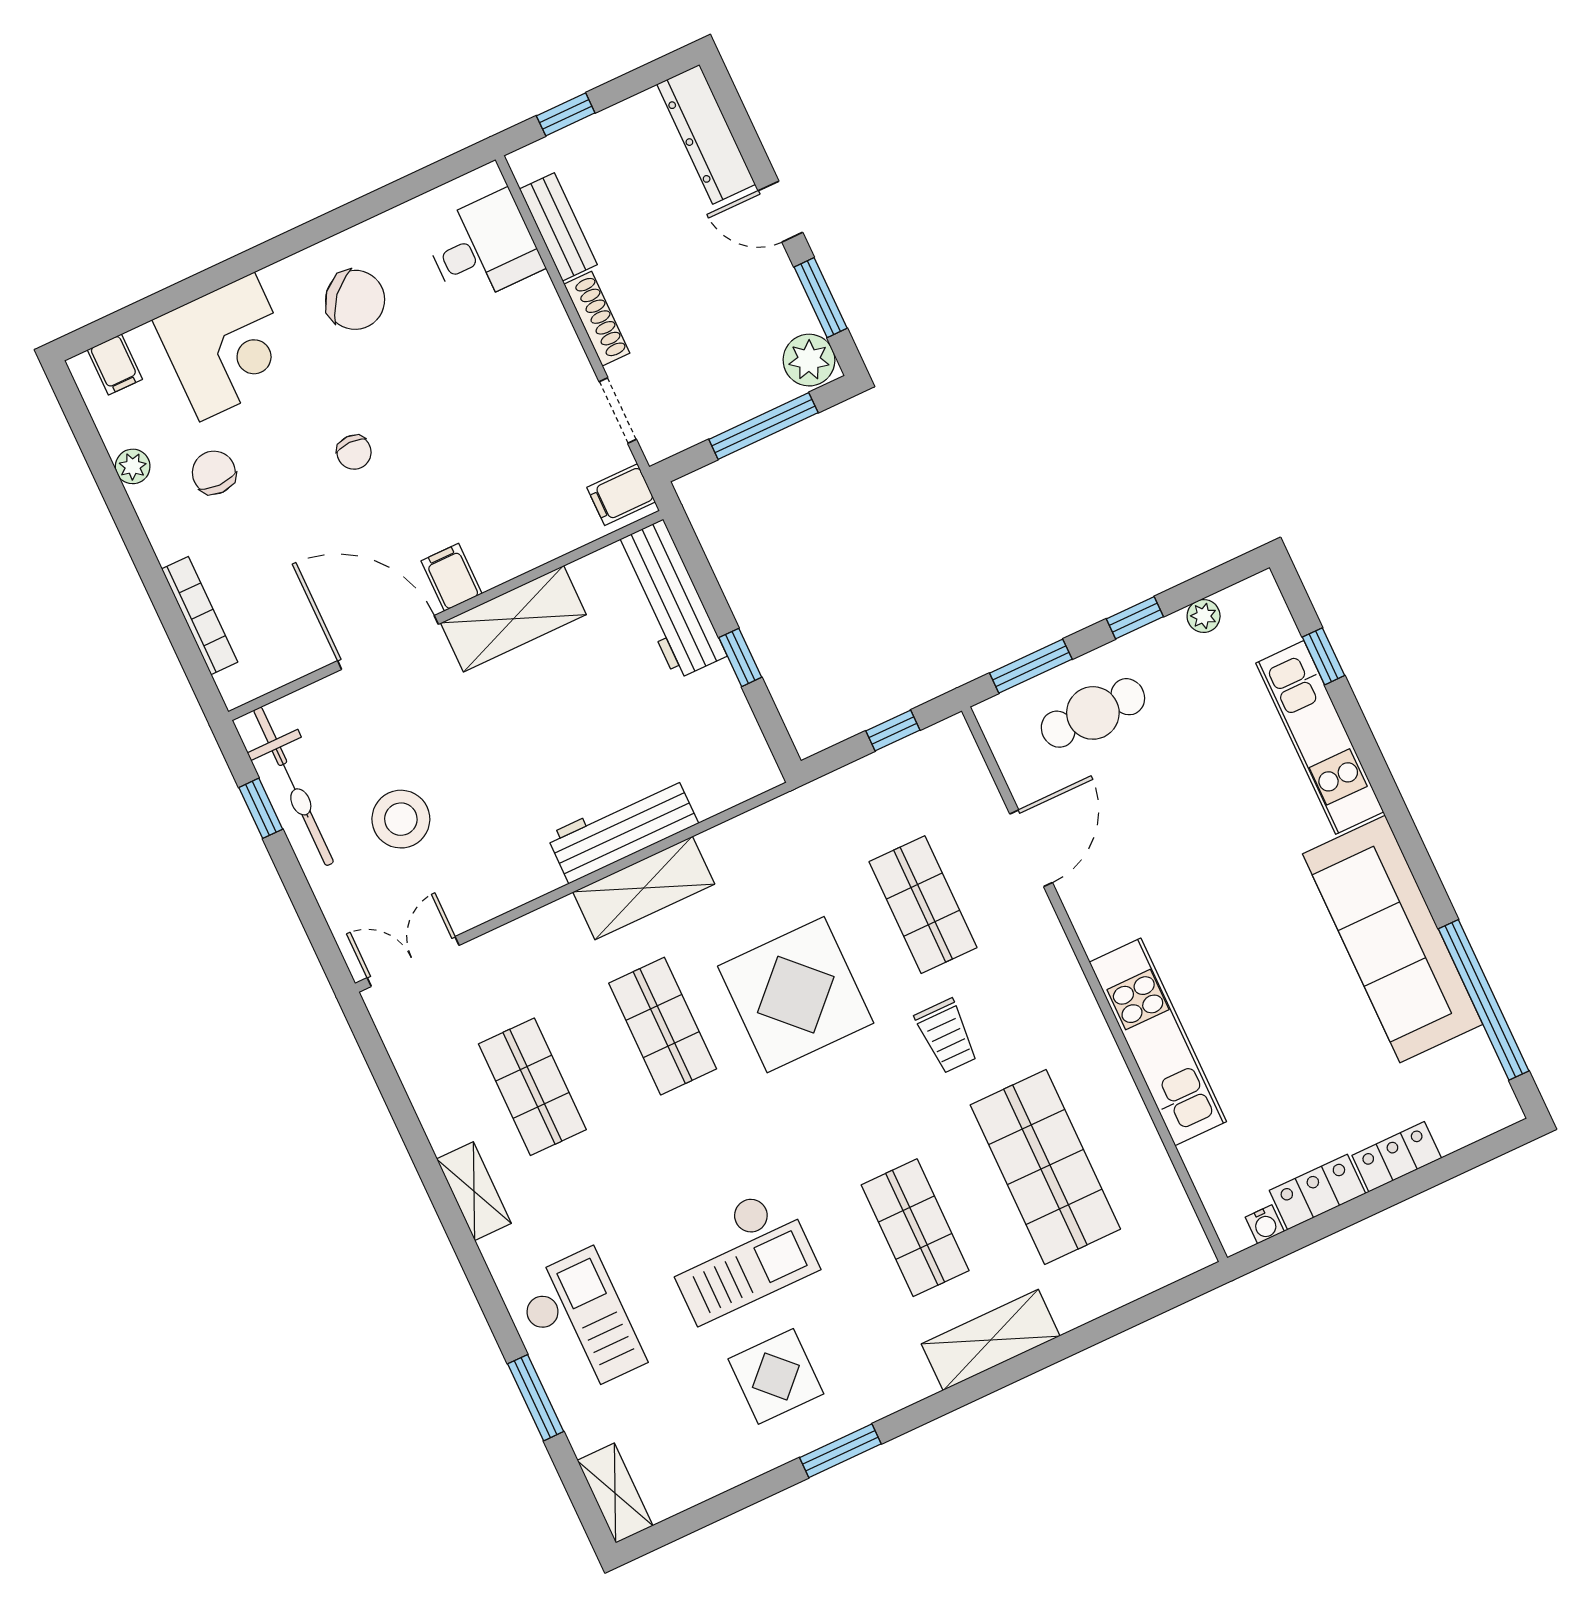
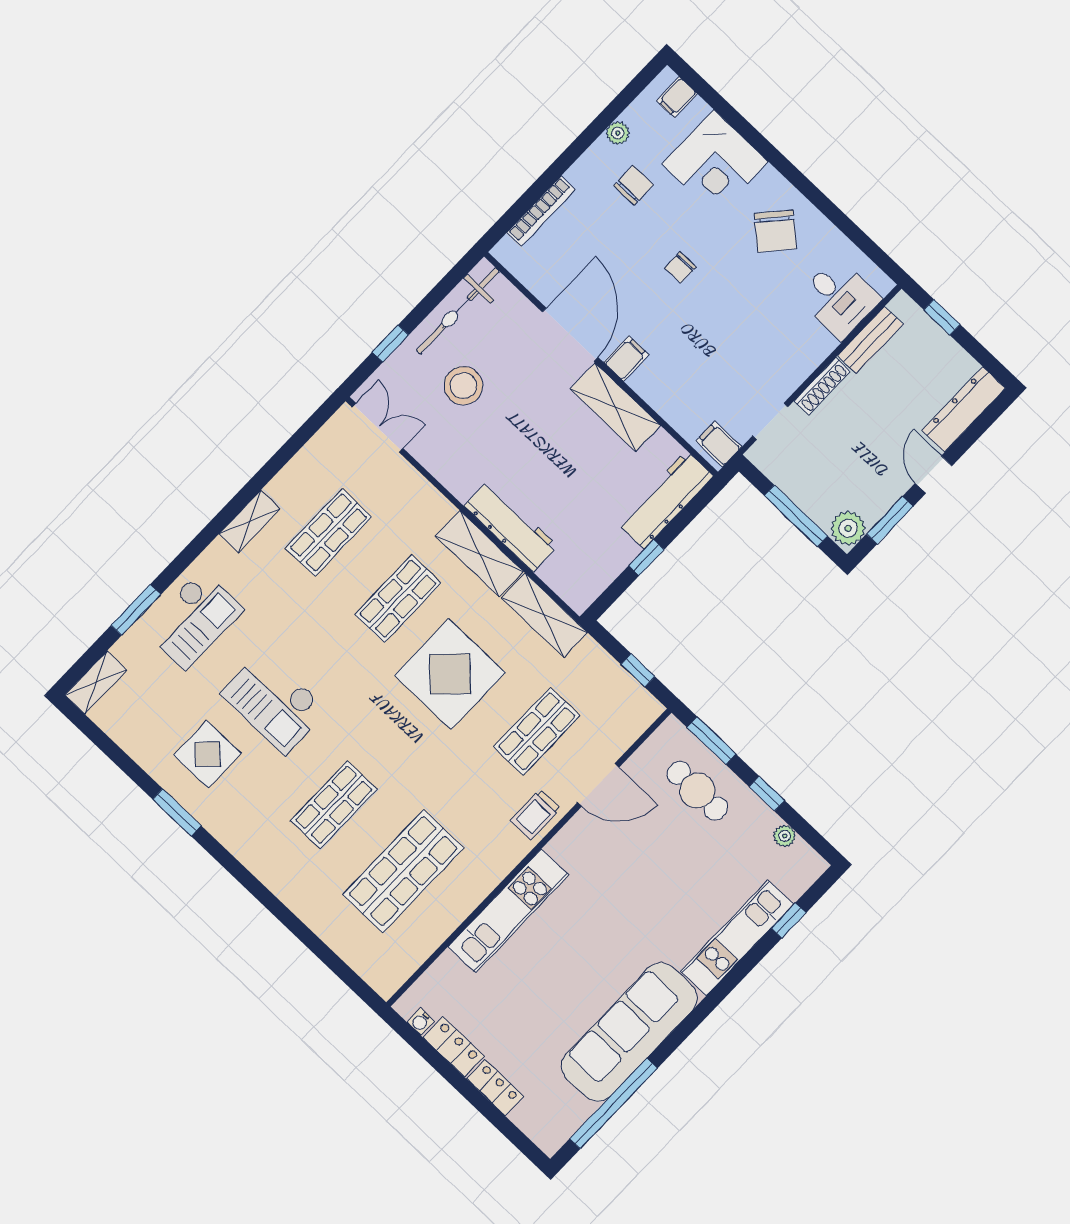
window: (261, 808) -> (390, 344), moved
trolley: (947, 1036) -> (535, 815), moved
shelving: (991, 1340) -> (544, 615), moved

